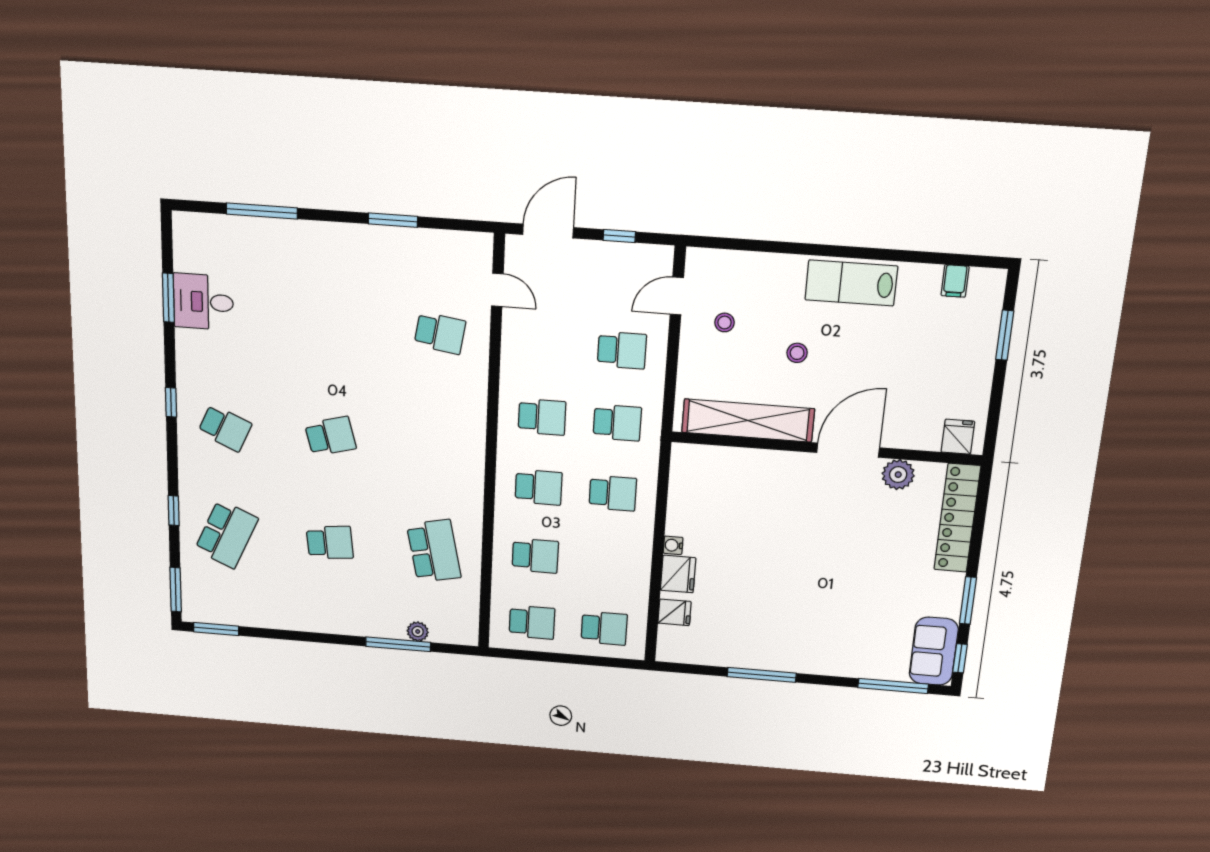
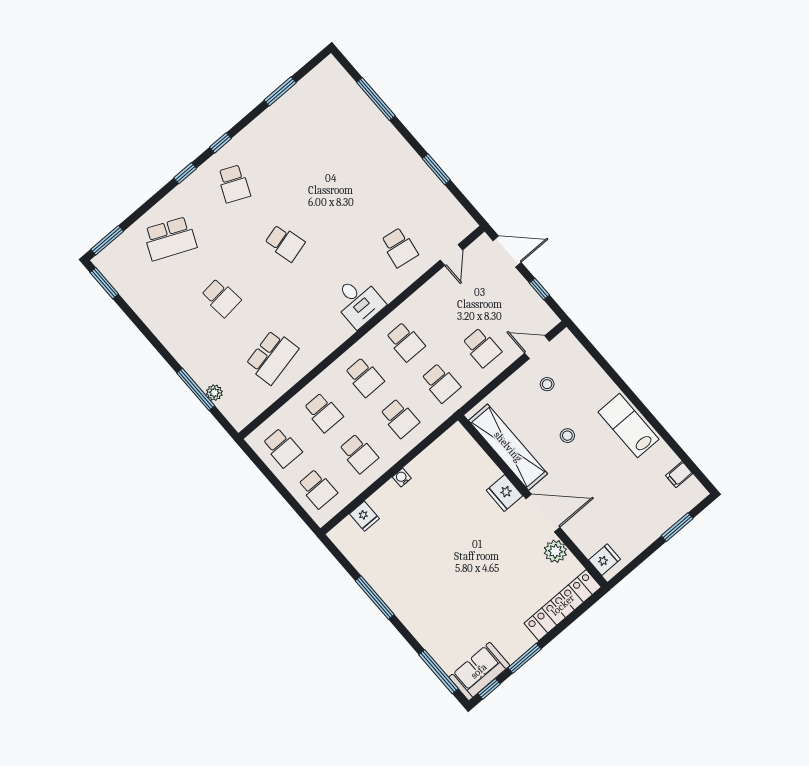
desk: (203, 302) -> (358, 302), moved, turned 180
window: (174, 511) -> (185, 173), moved
school desk: (608, 562) -> (359, 453), added
fridge: (678, 574) -> (505, 493), moved, turned 90

